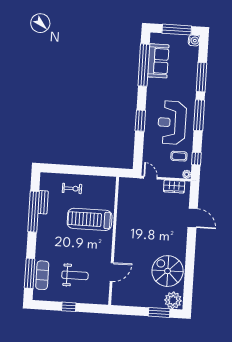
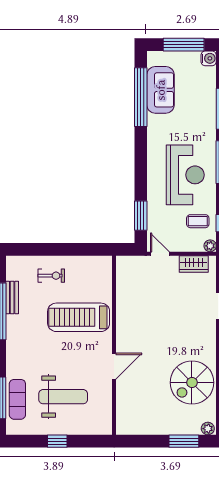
window: (140, 121) -> (141, 216), moved
reception desk: (172, 123) -> (185, 175), turned 180
spiral stairs: (168, 271) -> (192, 383), turned -90
door: (112, 272) -> (114, 366), moved
weight bench: (75, 275) -> (63, 397), width x1.36, depth x1.33
plant: (173, 300) -> (208, 429), width x0.53, depth x0.53

